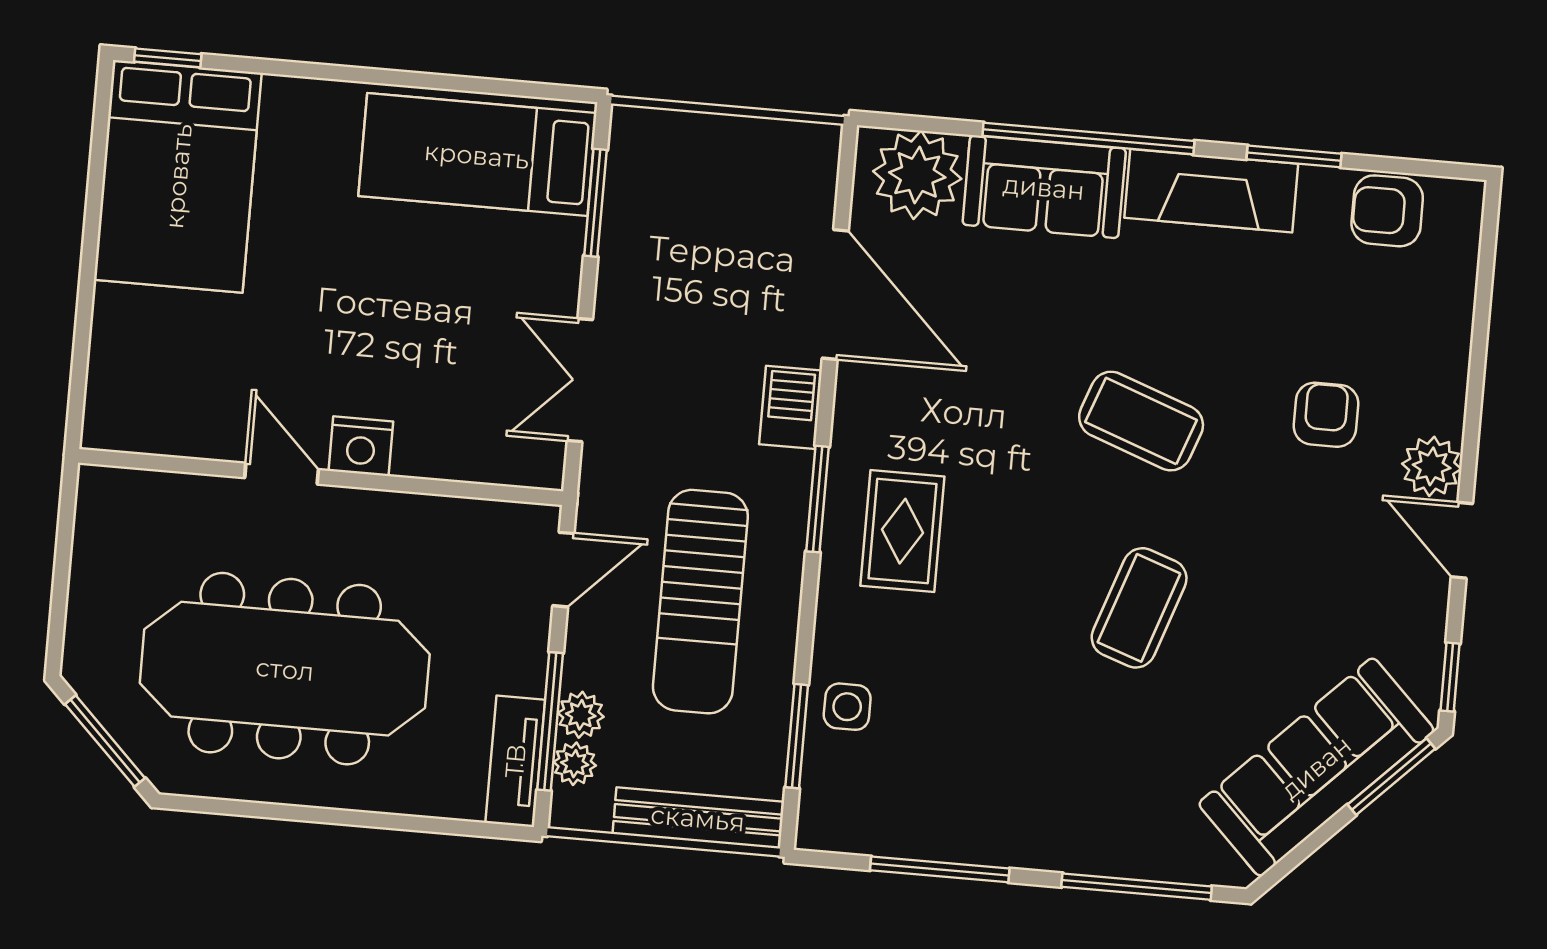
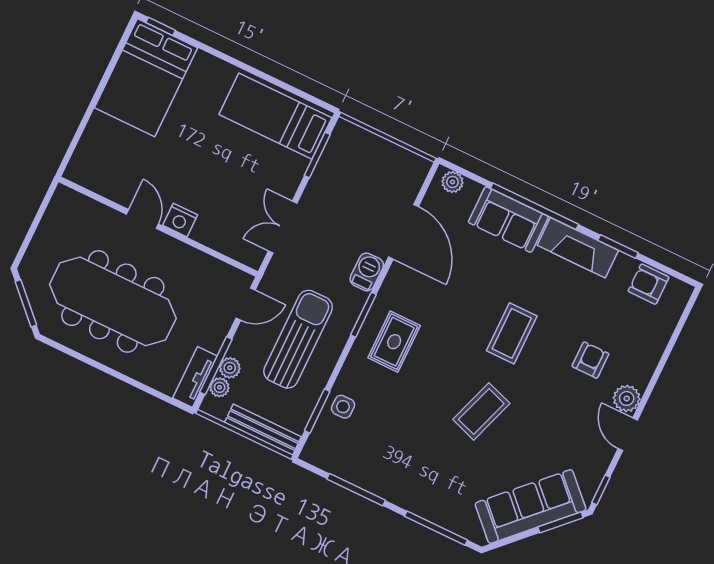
plant: (917, 175) -> (452, 182), width x0.53, depth x0.53
coffee table: (1141, 421) -> (512, 333), turned 70
sun lounger: (700, 602) -> (298, 339), turned 180

